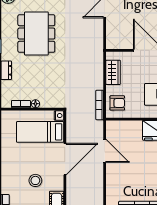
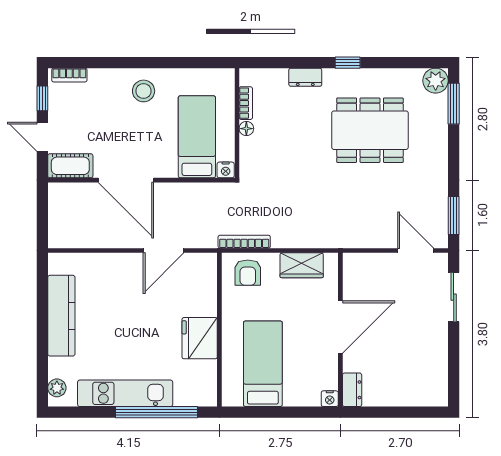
door: (65, 159) -> (126, 180), moved
stool: (35, 180) -> (144, 91), moved

